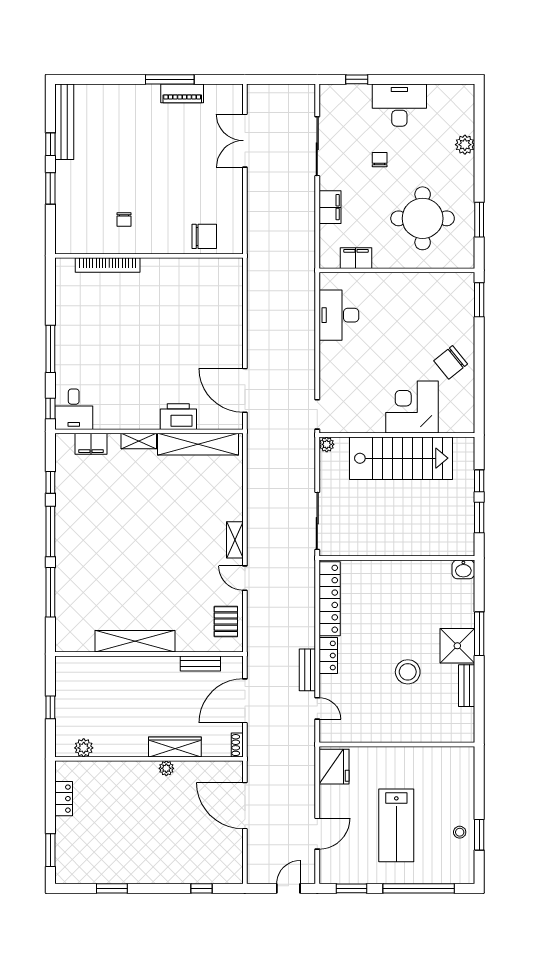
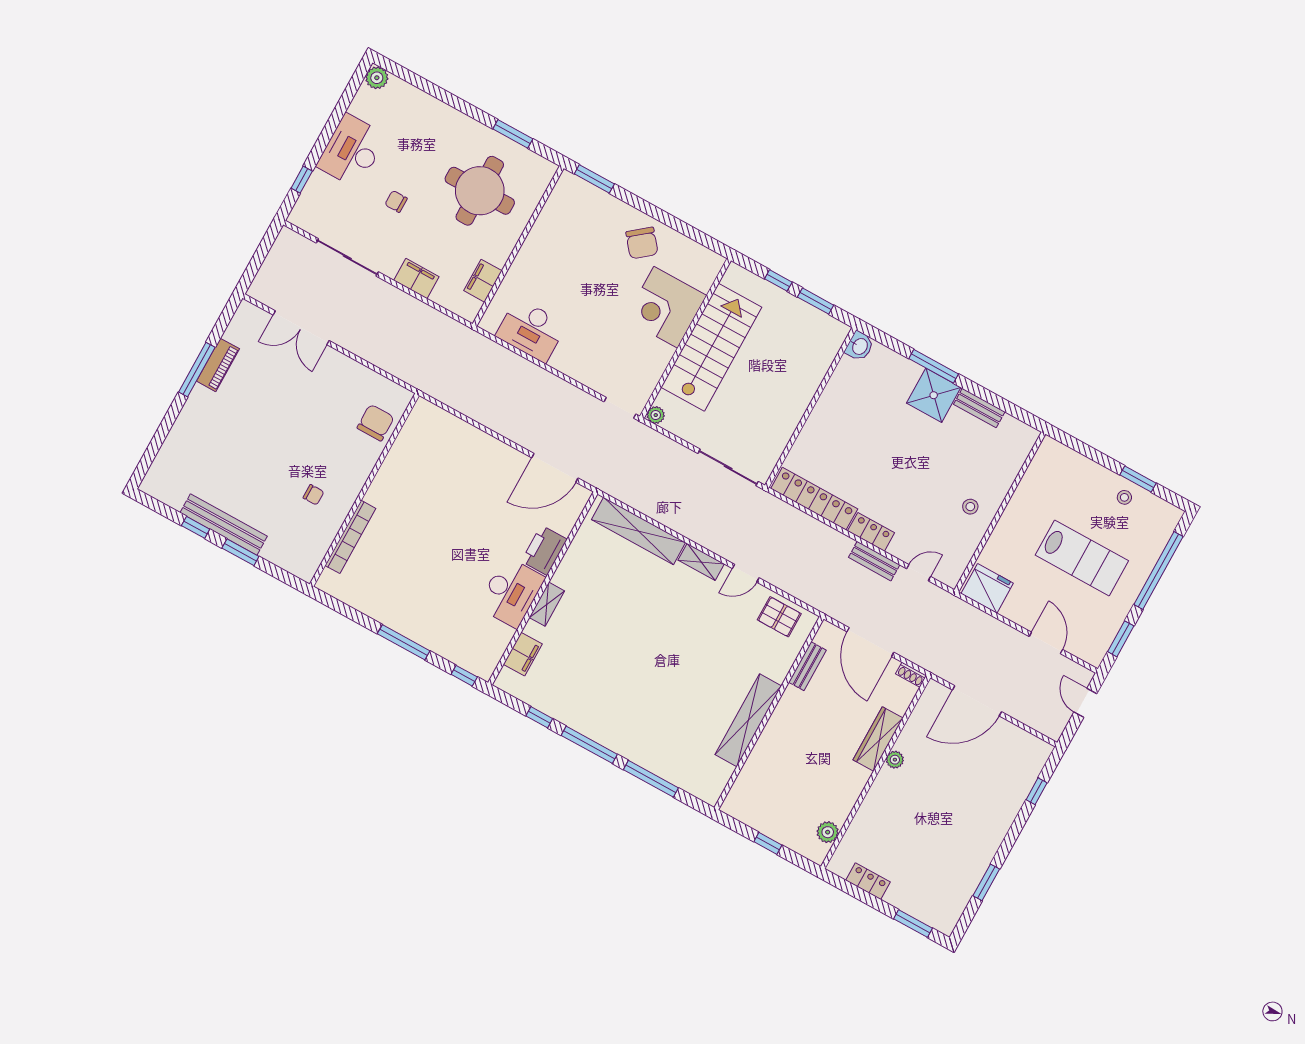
bench: (64, 122) -> (224, 524), moved
plant: (465, 145) -> (377, 78), moved
desk: (74, 409) -> (511, 592), moved, width x1.37
shelving: (198, 444) -> (638, 531), moved, turned 90
stool: (408, 672) -> (970, 507), moved, width x0.53, depth x0.53

